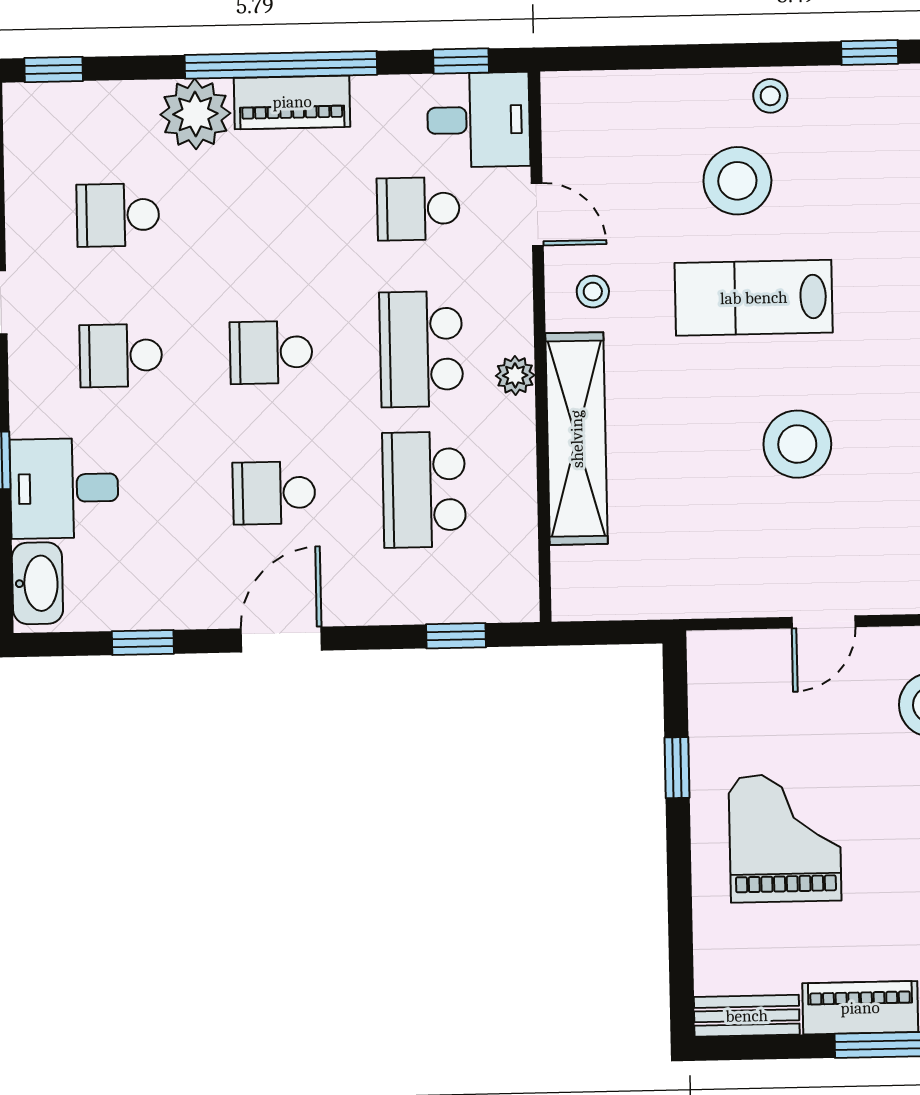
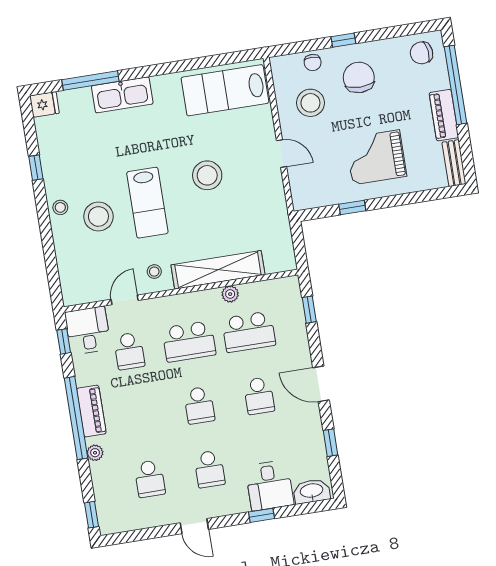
plant: (195, 114) -> (95, 453), width x0.53, depth x0.53
plant: (515, 375) -> (230, 294), moved

